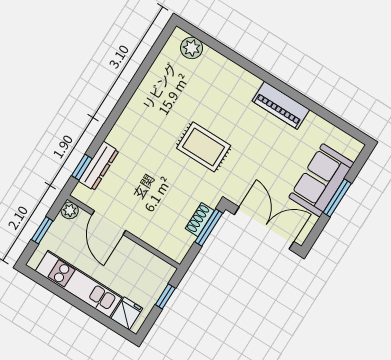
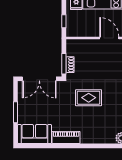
sofa: (321, 180) -> (34, 134), moved, turned -90

